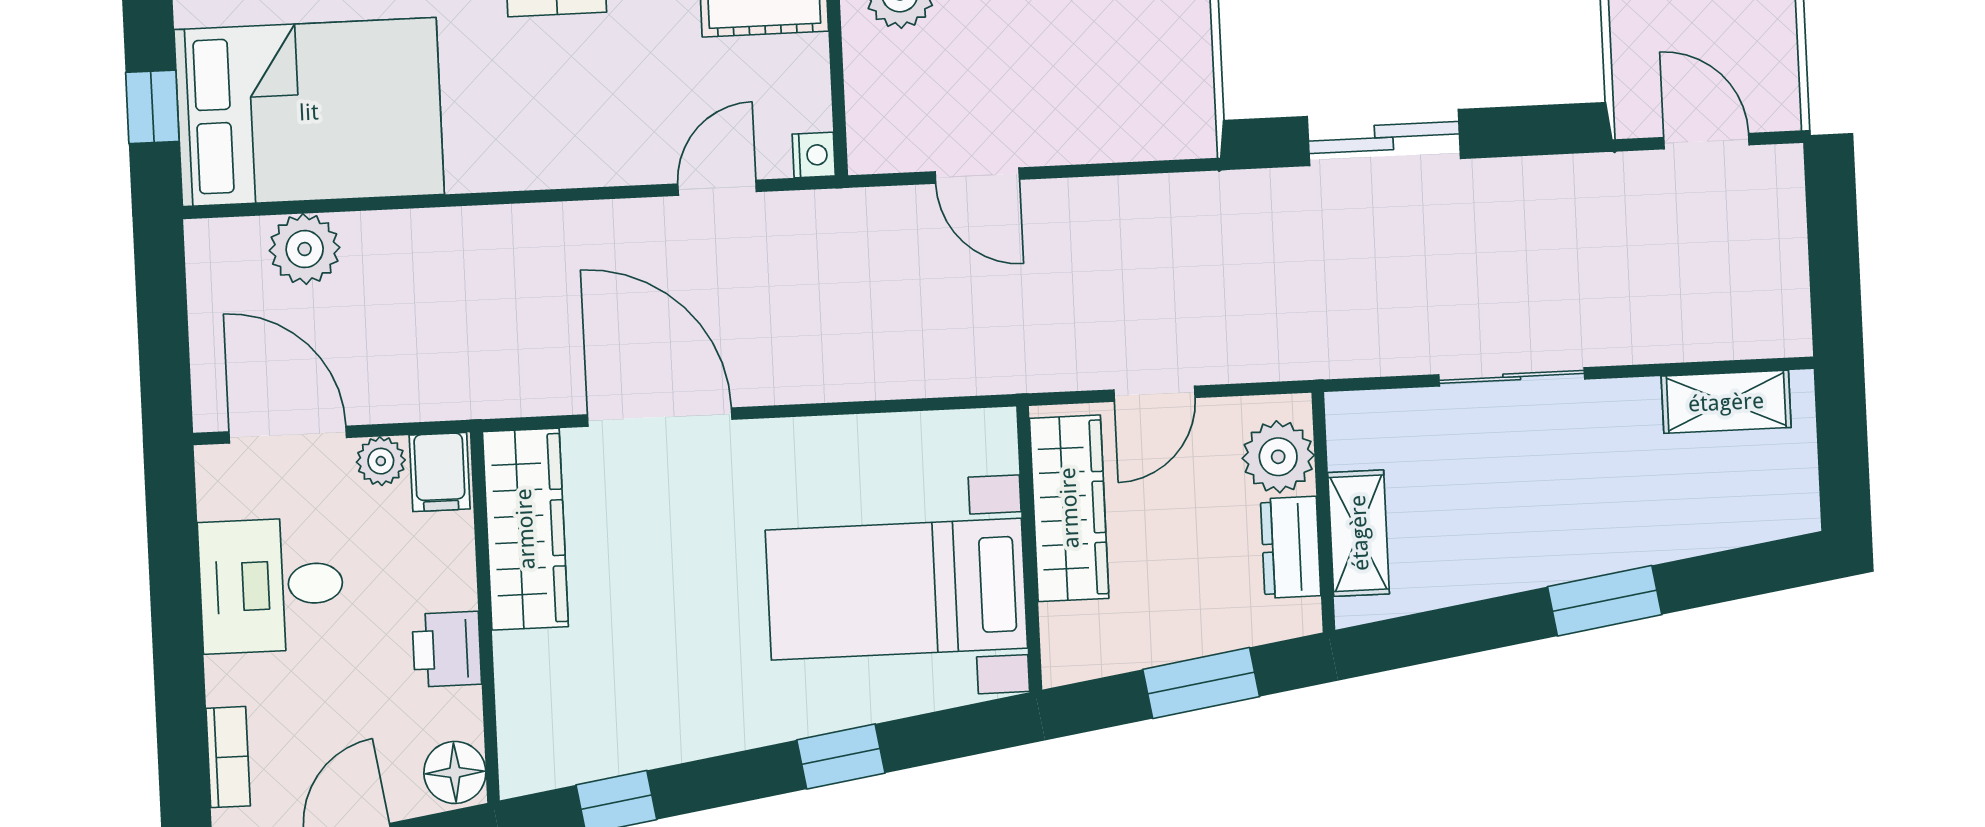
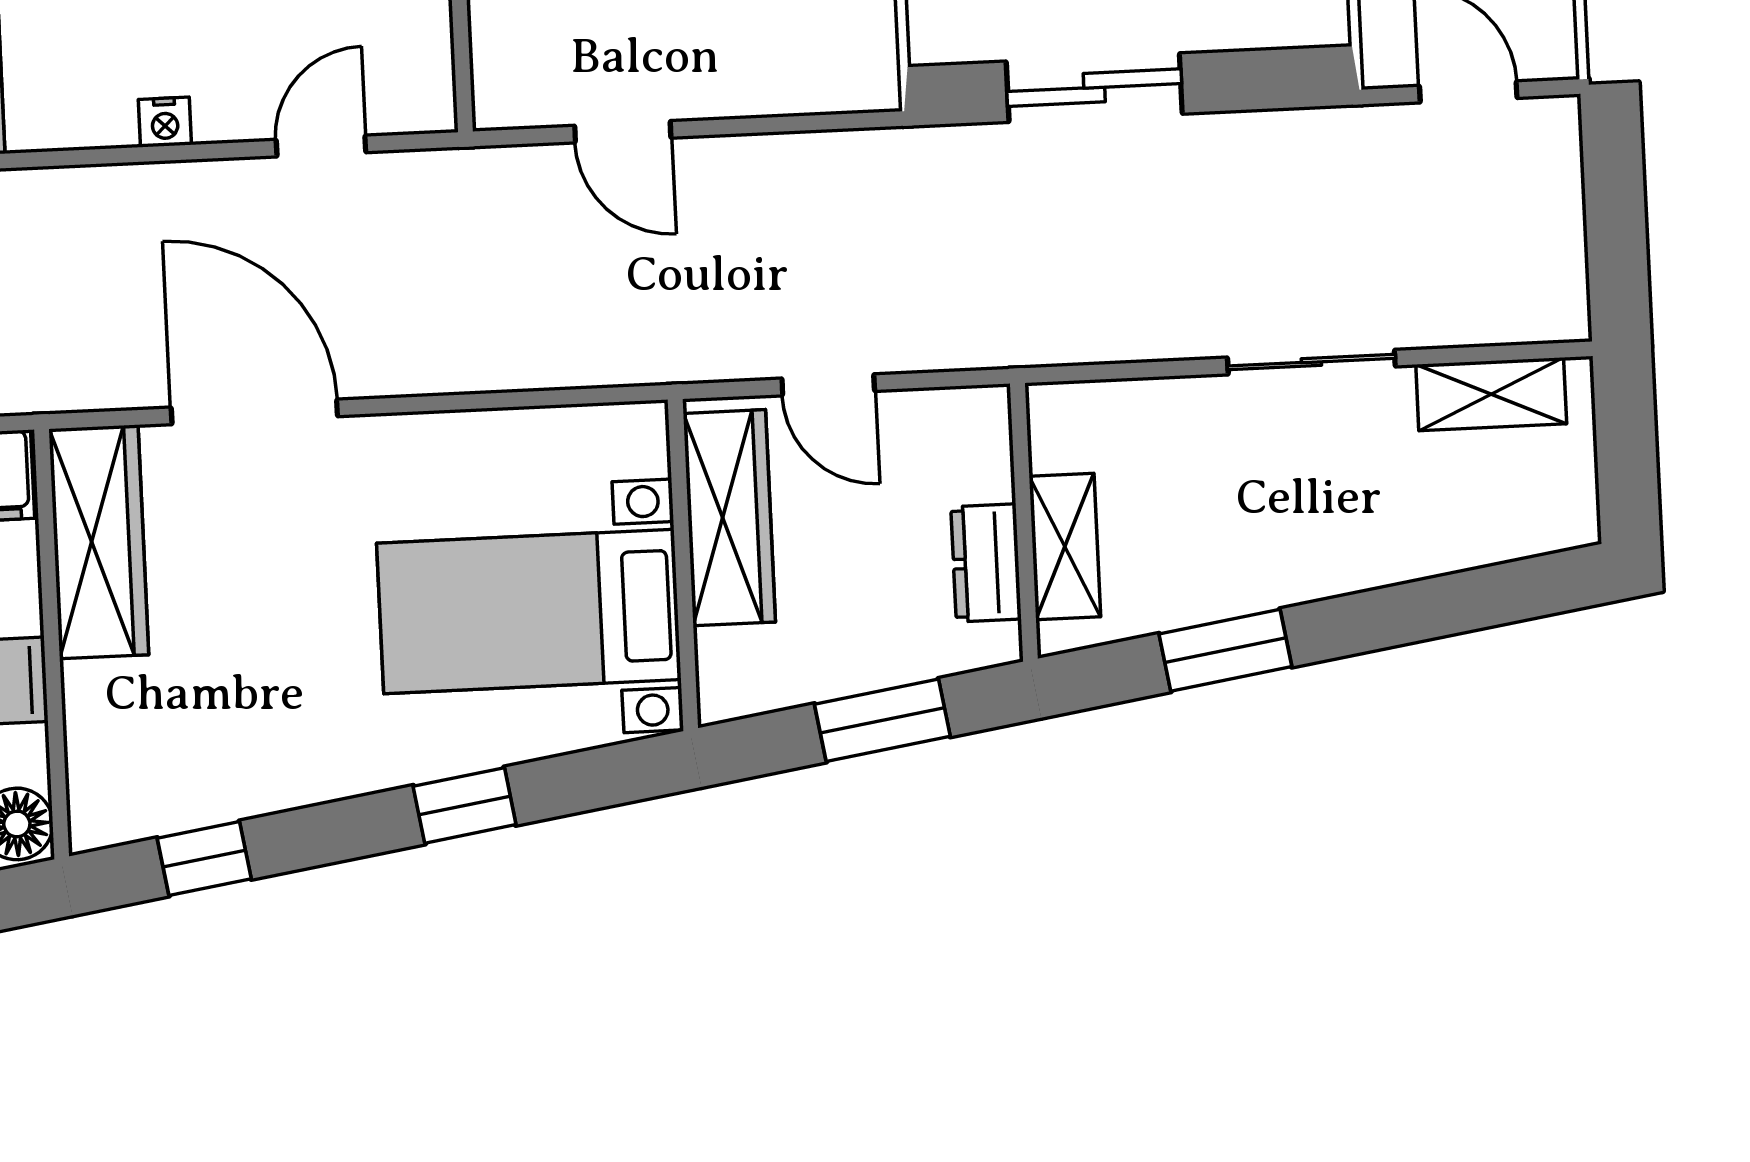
nightstand: (814, 155) -> (165, 122), moved, turned 90
sliding door: (1512, 377) -> (1311, 362), moved
door: (1154, 394) -> (828, 385), hinge flipped
plant: (1278, 457) -> (972, 458), removed
window: (1605, 601) -> (1225, 650), moved

